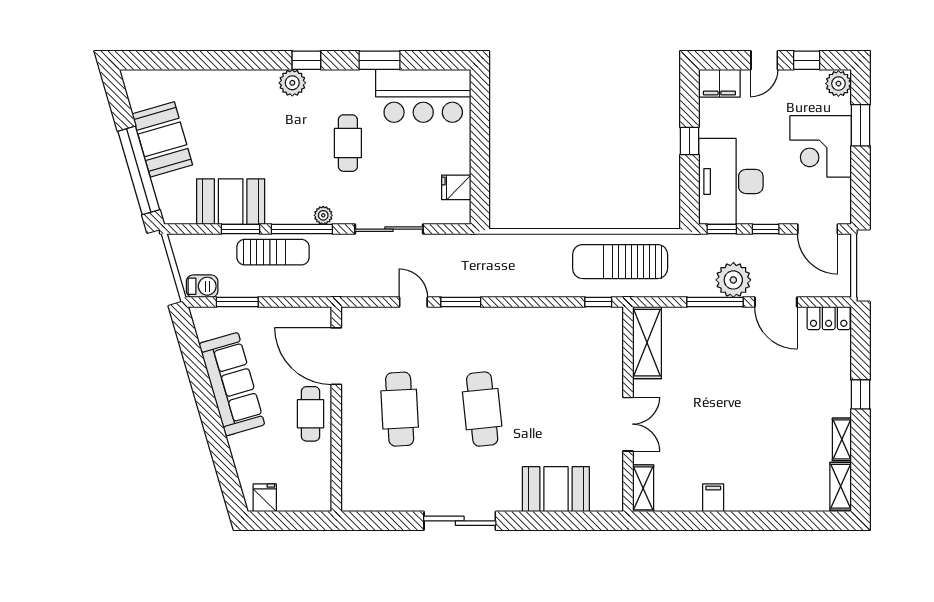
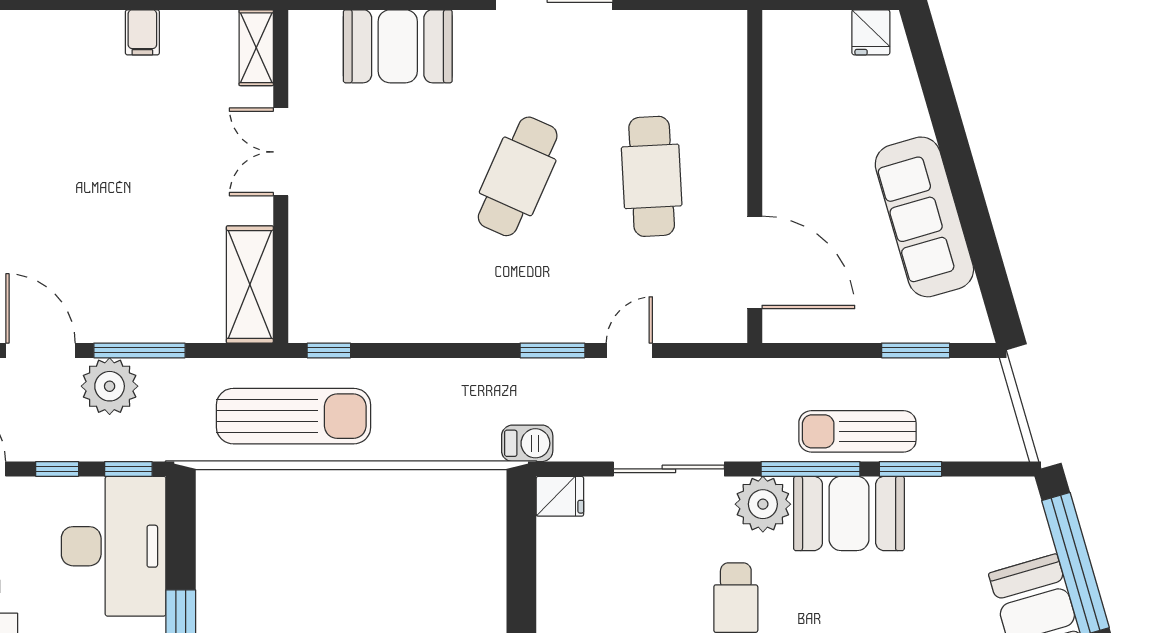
fridge: (456, 187) -> (560, 496), moved
booth: (231, 202) -> (849, 513), moved
plant: (323, 215) -> (763, 504), width x1.88, depth x1.88
barbecue: (202, 286) -> (527, 443), moved, turned 180
door: (413, 302) -> (629, 350), swing flipped
cafe table: (482, 409) -> (518, 176), turned 30
cafe table: (310, 414) -> (797, 169), removed

